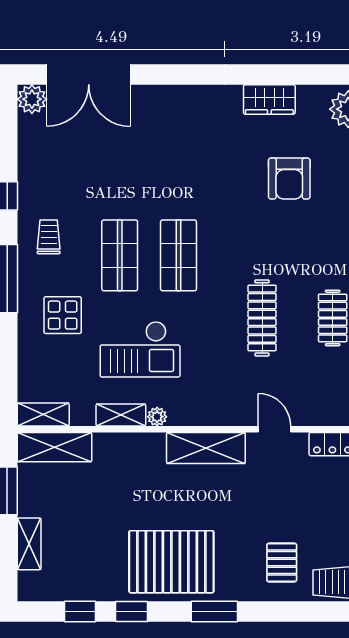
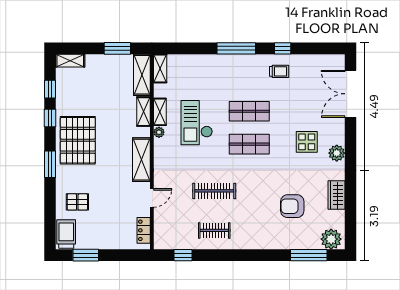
plant: (32, 99) -> (337, 153), moved
trolley: (49, 237) -> (279, 71), moved
display table: (63, 315) -> (307, 142), moved
shelving: (120, 444) -> (144, 112), added
shelving: (29, 544) -> (70, 61), moved

